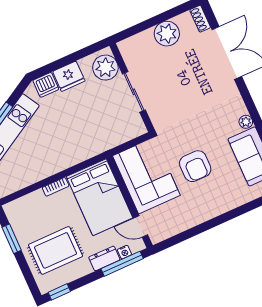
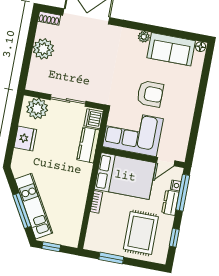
dishwasher: (46, 85) -> (93, 119), moved, turned 180
kitchen counter: (105, 141) -> (88, 145), added
window: (59, 292) -> (174, 238), moved

